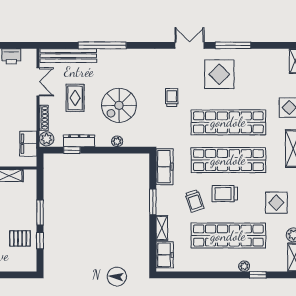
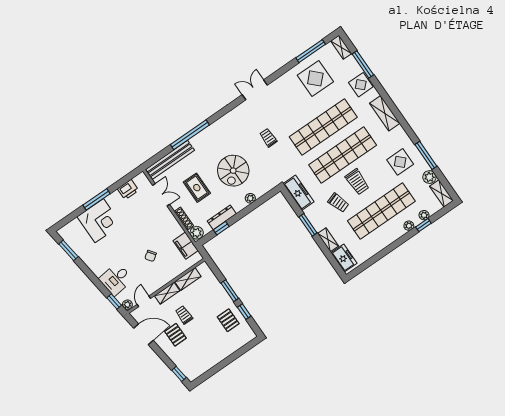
window: (233, 45) -> (311, 51), moved
display table: (219, 74) -> (315, 78), moved
trolley: (225, 194) -> (357, 182), turned -90
pallet: (20, 238) -> (228, 320), turned 90
plant: (265, 266) -> (424, 215), added

